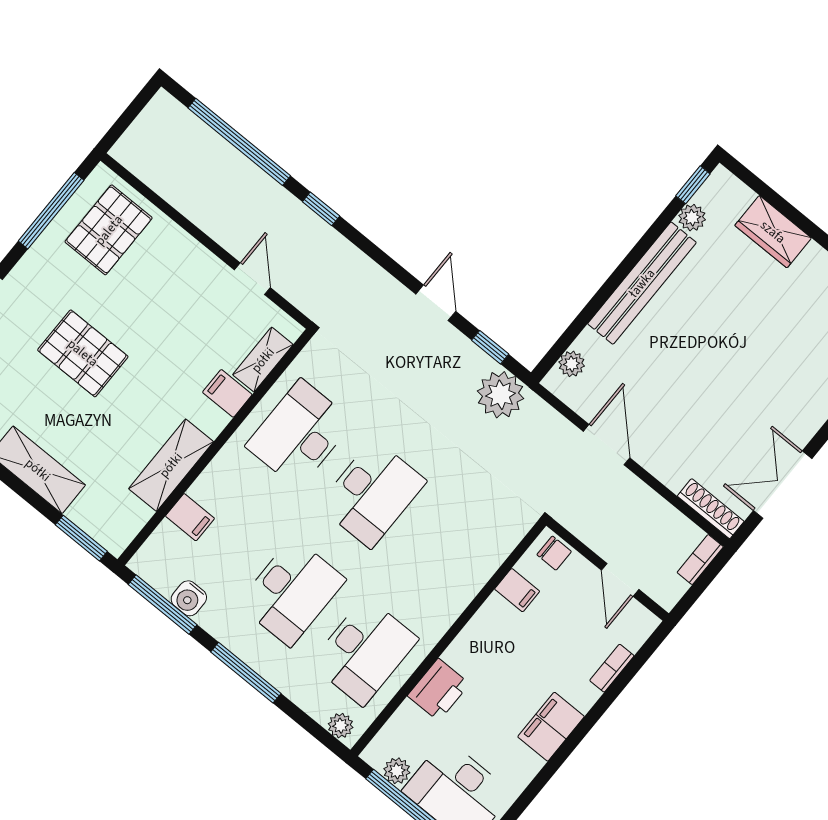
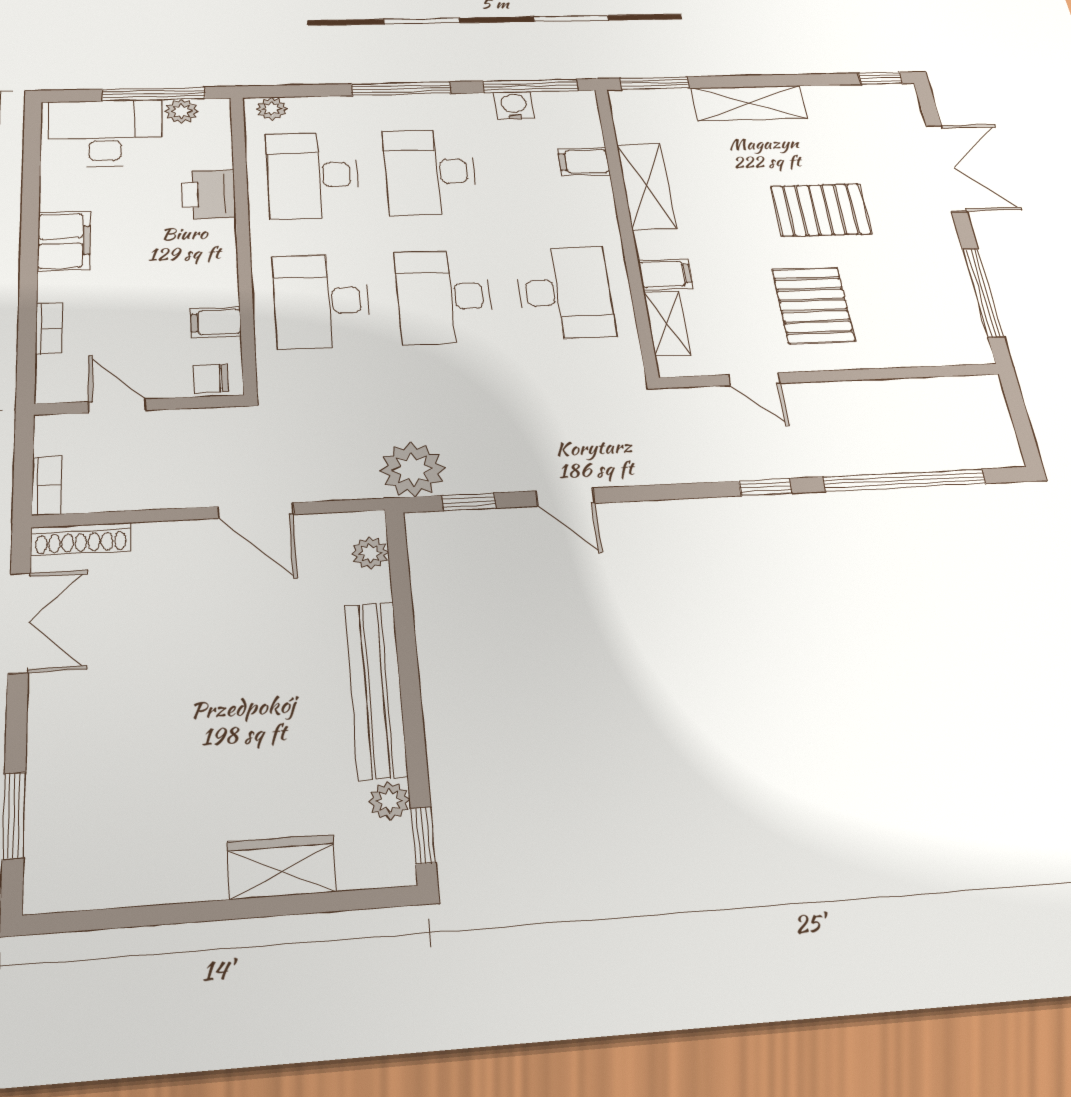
pallet: (109, 230) -> (813, 305), moved
desk: (445, 553) -> (321, 301), added

